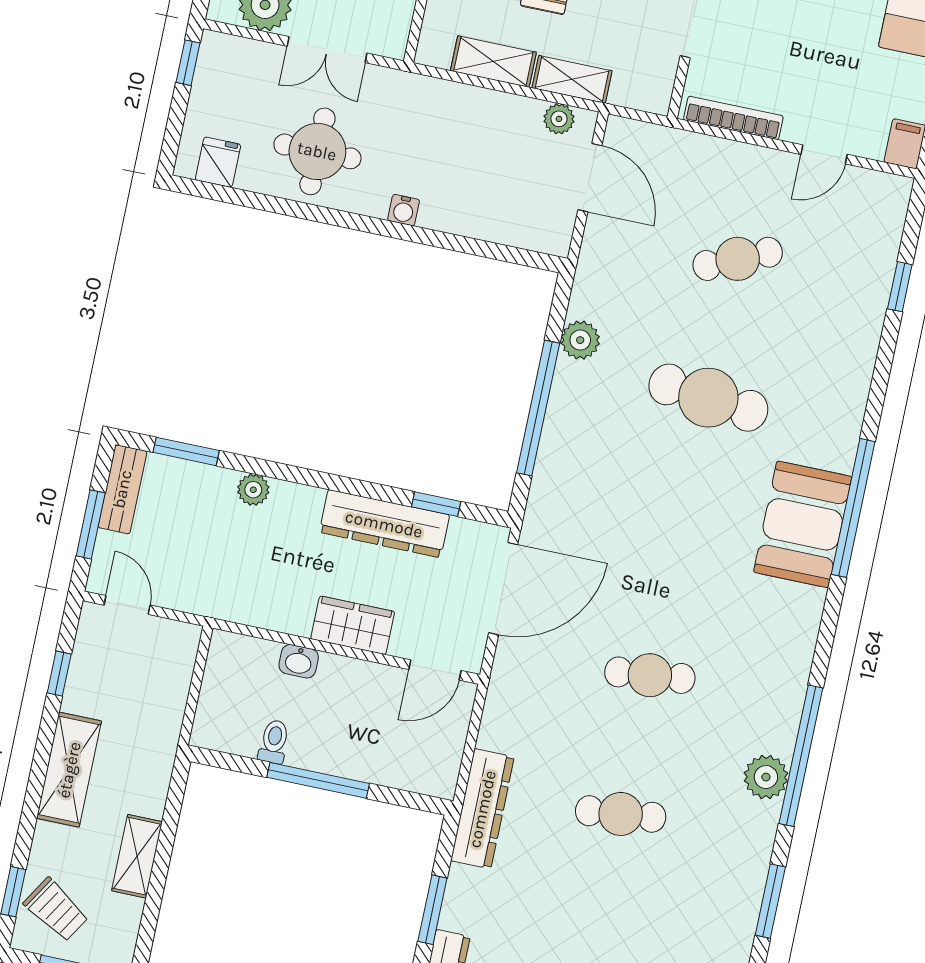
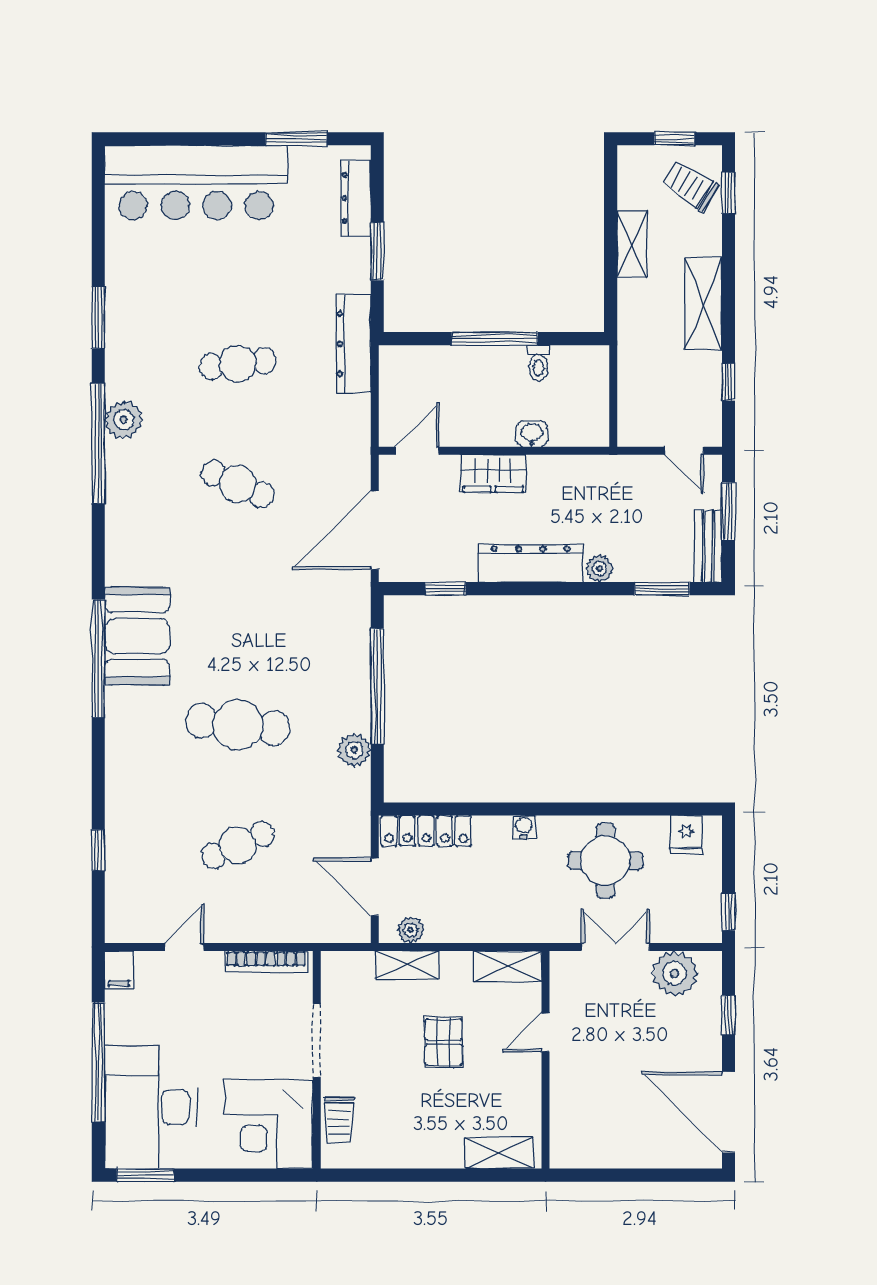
shelving: (493, 62) -> (508, 966), moved
locker: (517, 229) -> (426, 831), added
dresser: (384, 524) -> (531, 563), moved
cafe table: (650, 675) -> (238, 484), turned 30

